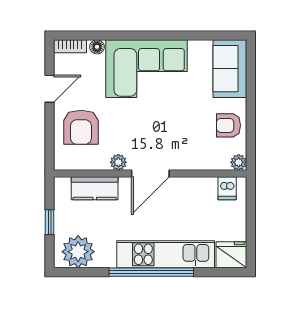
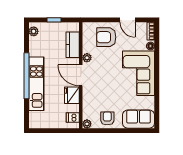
plant: (78, 252) -> (34, 31), width x0.53, depth x0.53
fridge: (231, 255) -> (72, 95), moved, turned 180

